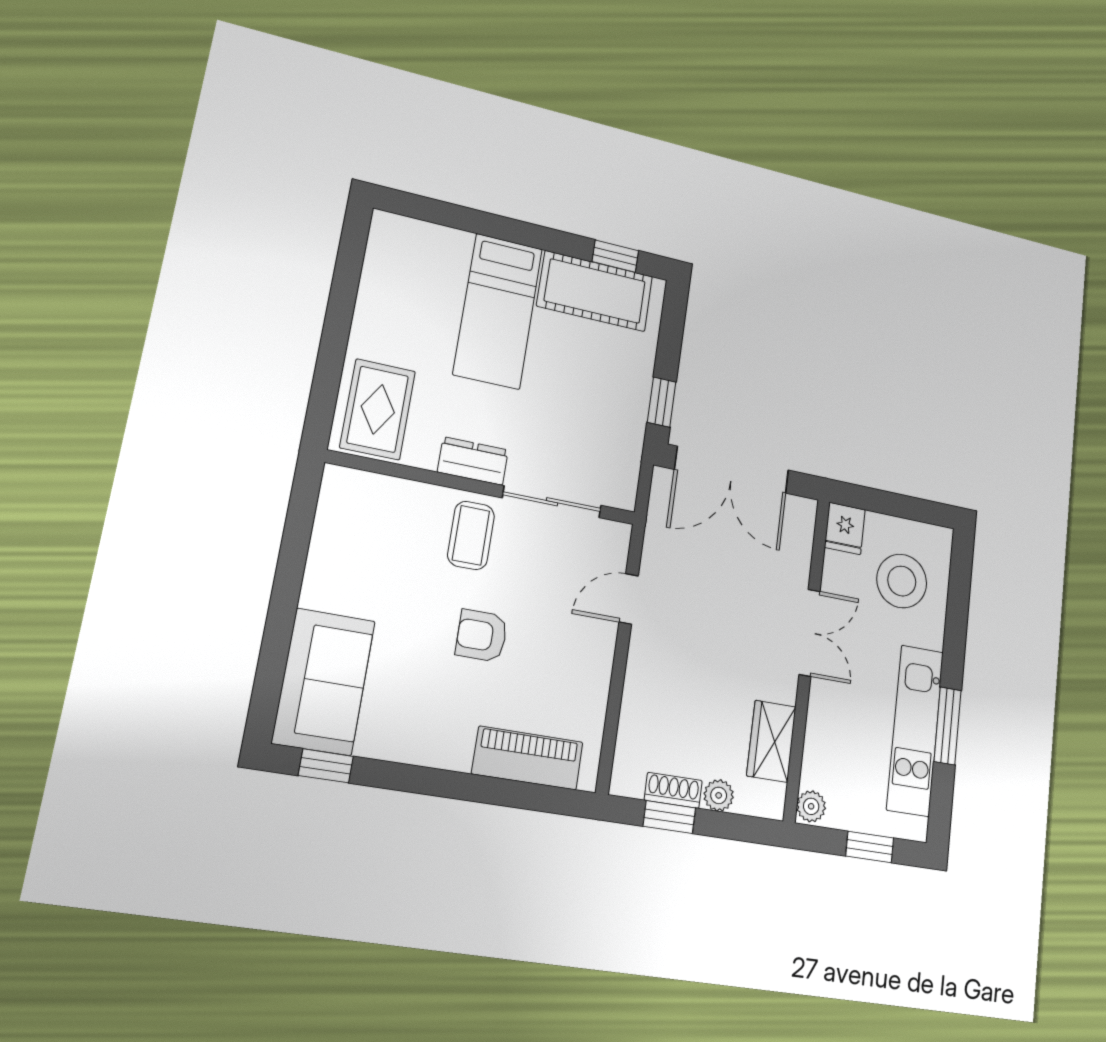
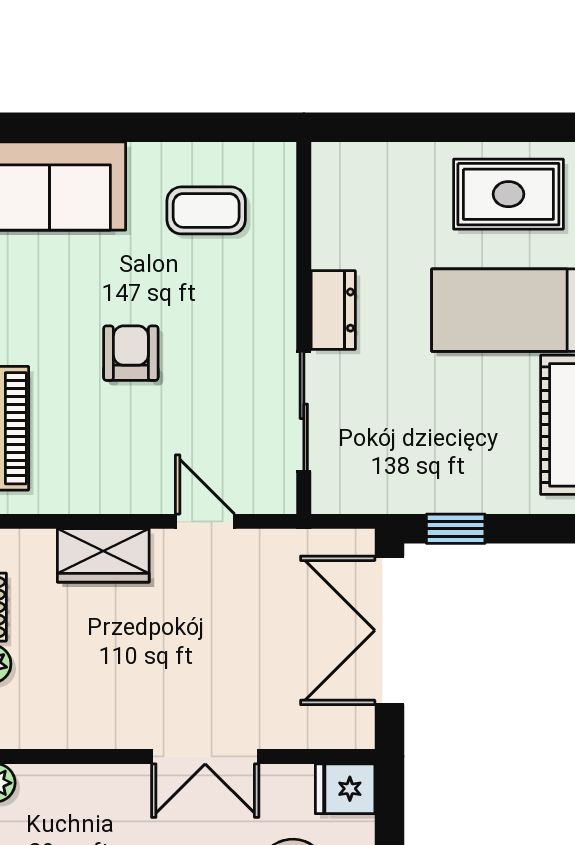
rug: (378, 409) -> (508, 194), moved
coffee table: (471, 535) -> (206, 210), moved
wardrobe: (771, 741) -> (103, 555), moved, turned 180

